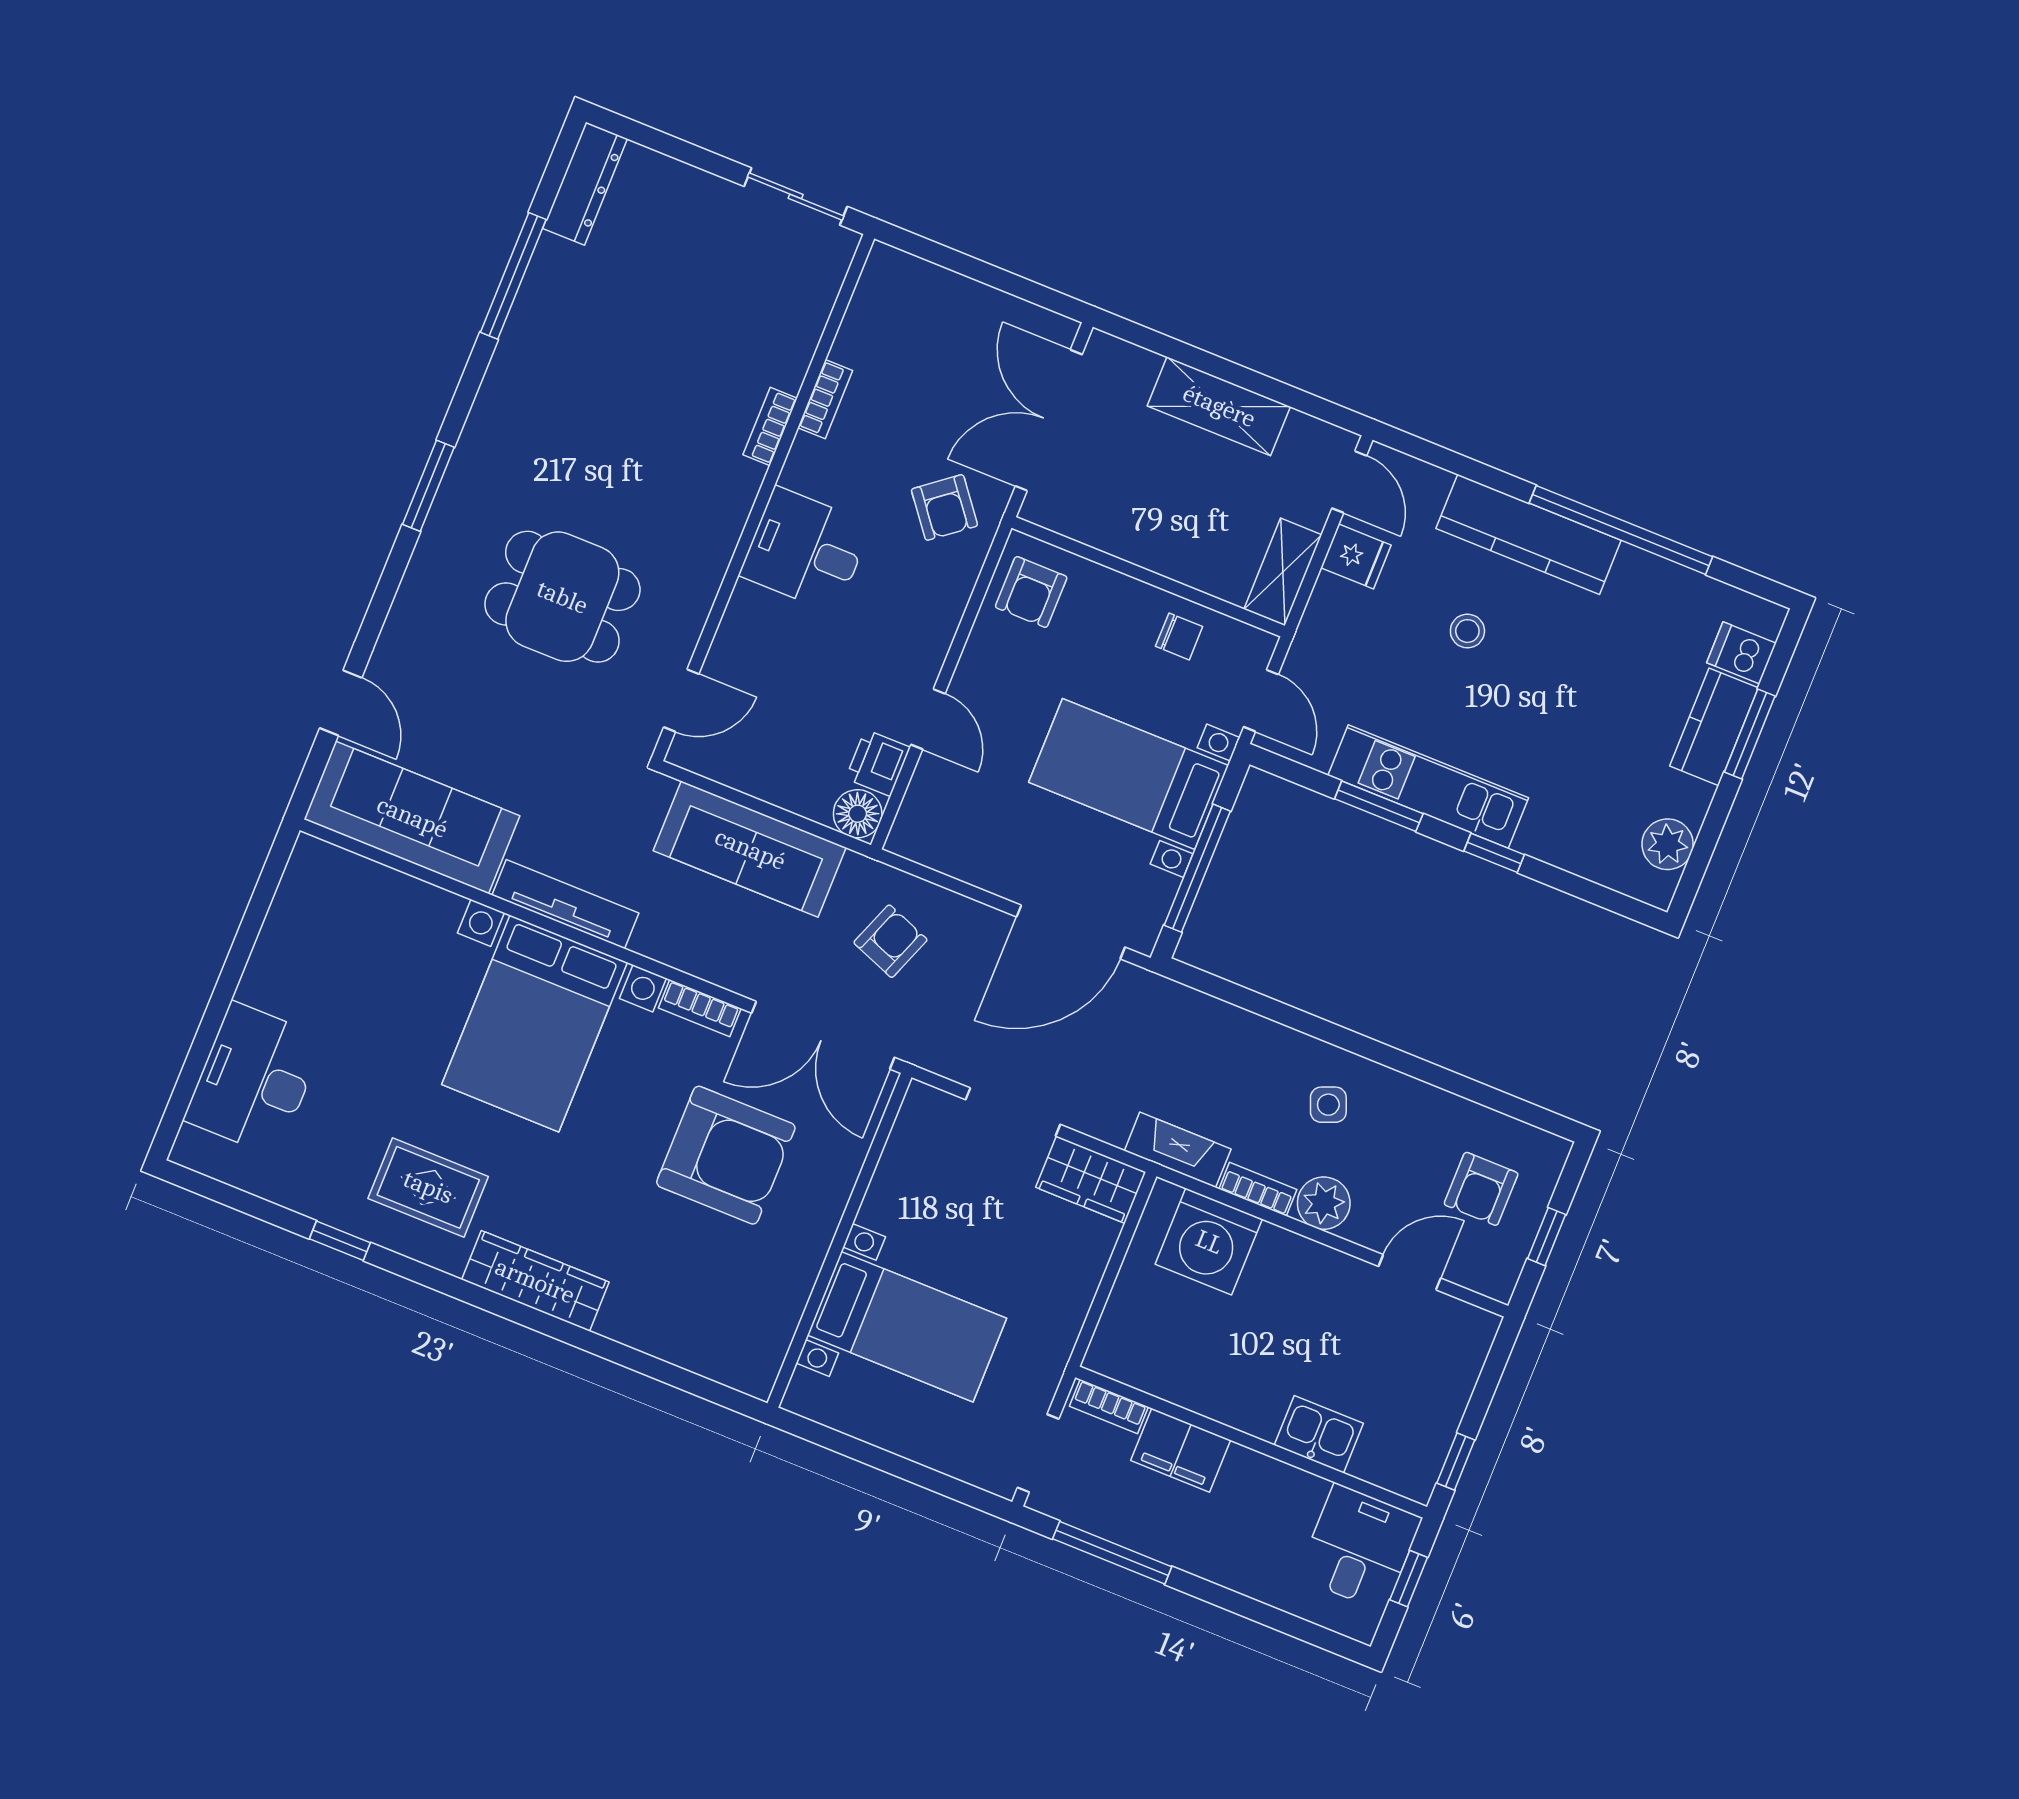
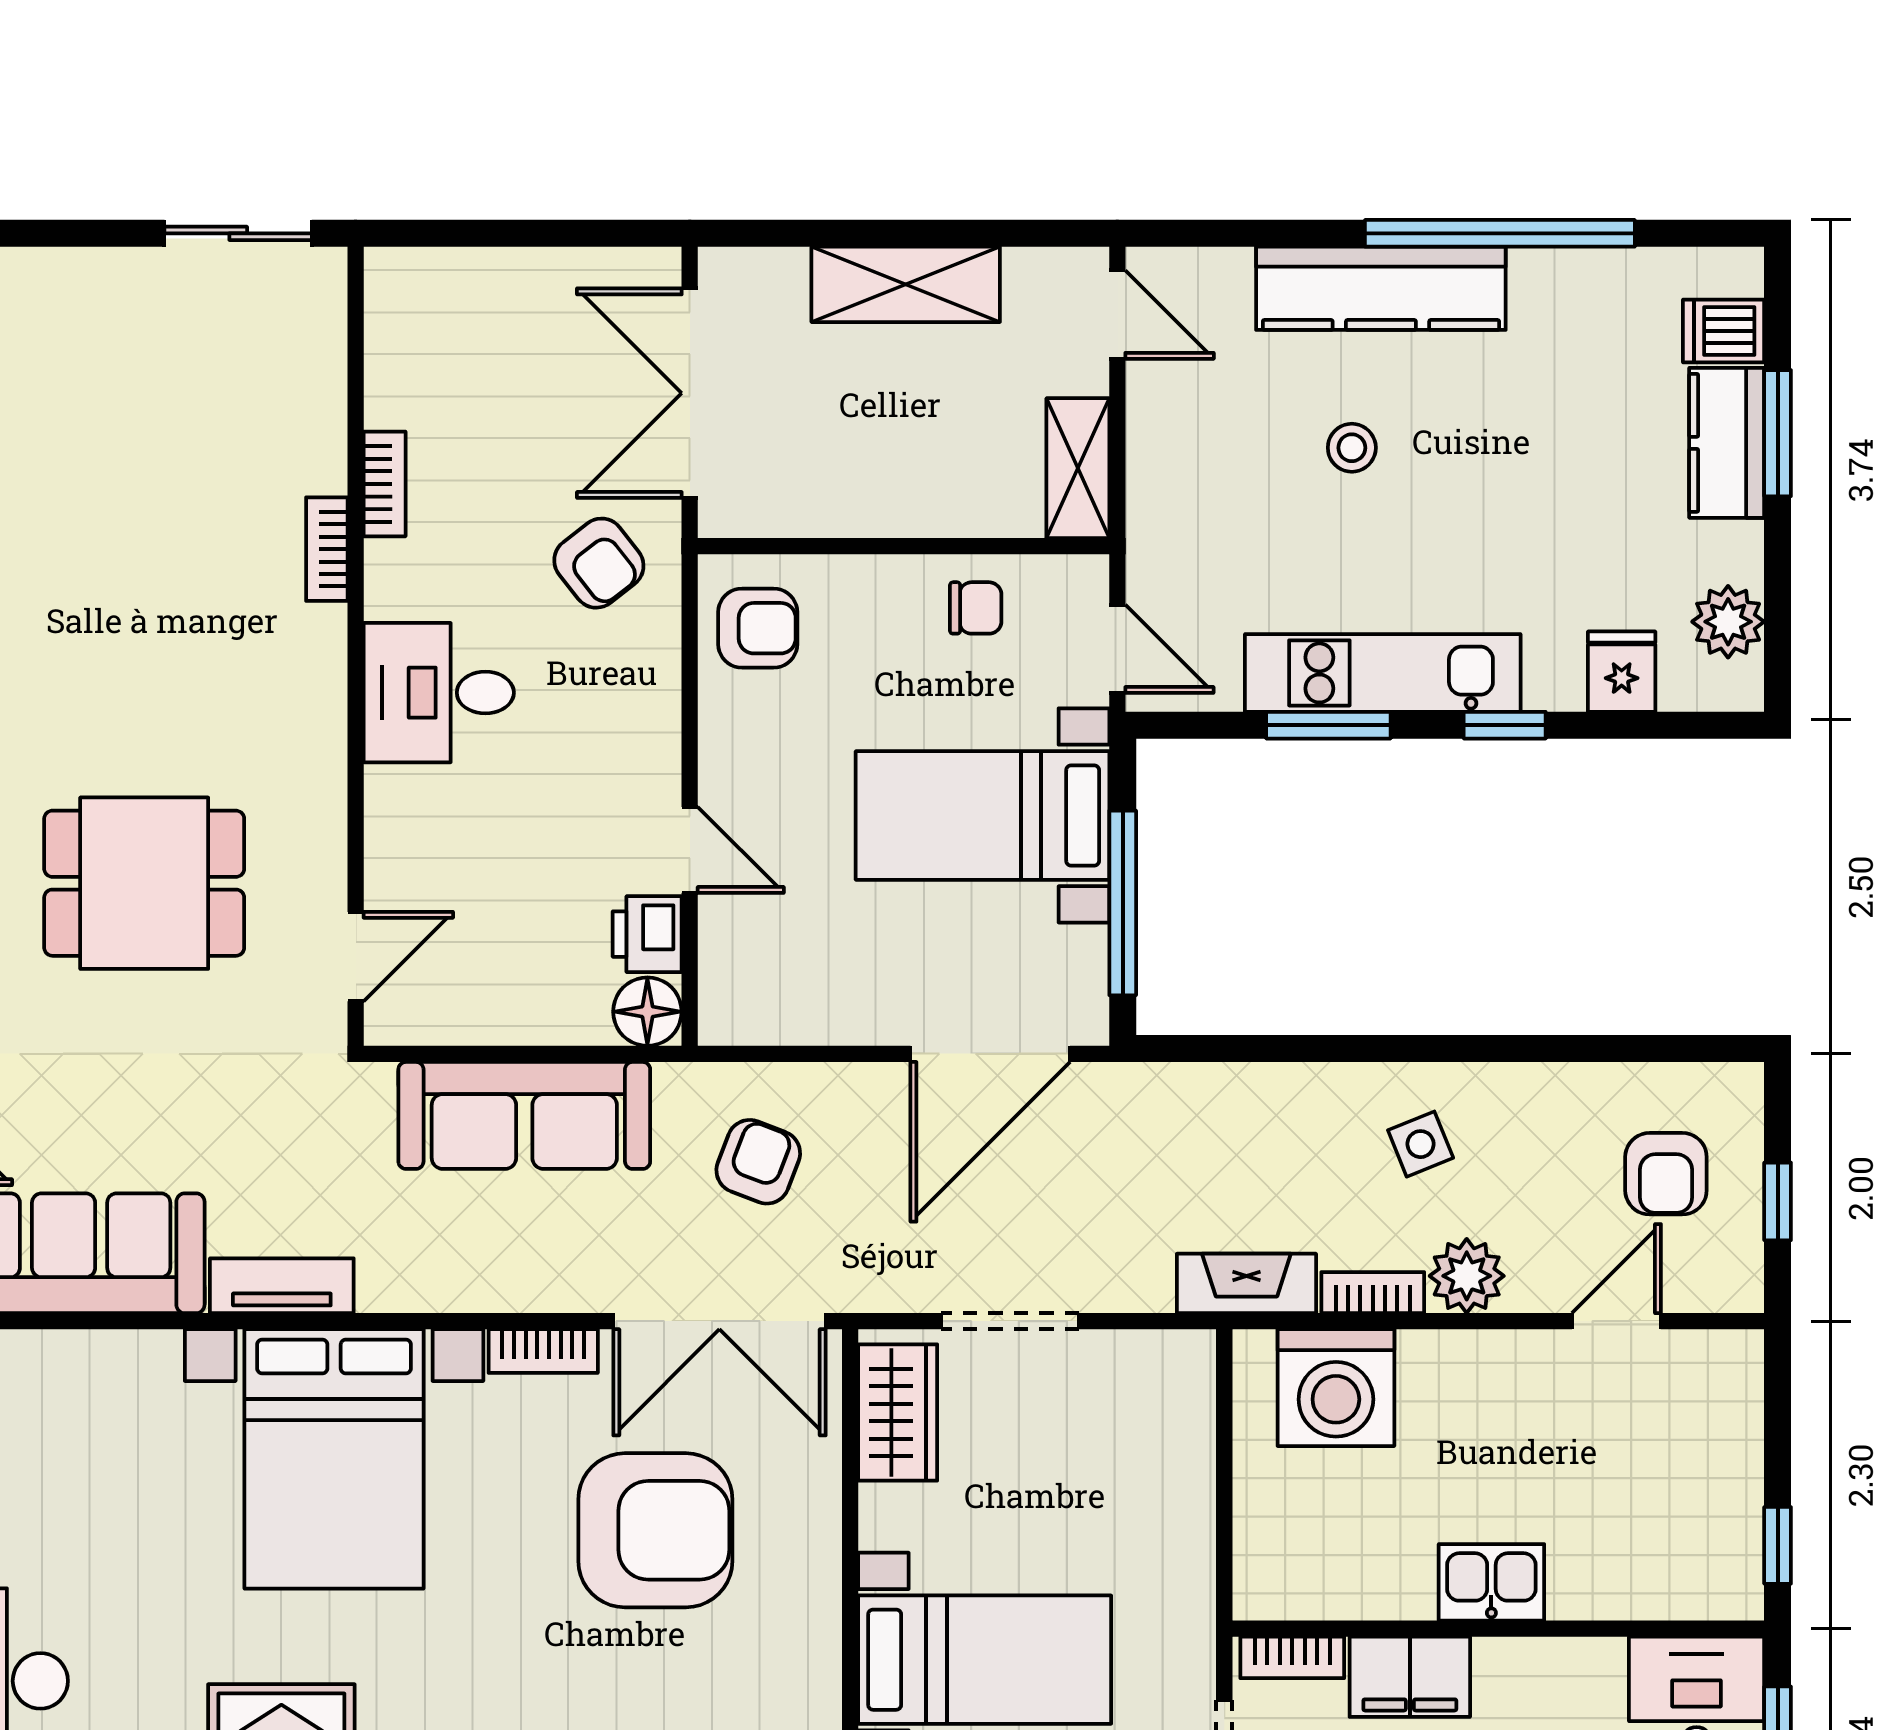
fridge: (1356, 556) -> (1622, 672), moved, turned -90
armchair: (1031, 592) -> (758, 628), turned -90
tv unit: (565, 904) -> (282, 1286), width x0.71
wardrobe: (1091, 1180) -> (898, 1413), moved, turned -90
kitchen sink: (1319, 1434) -> (1491, 1582), moved

